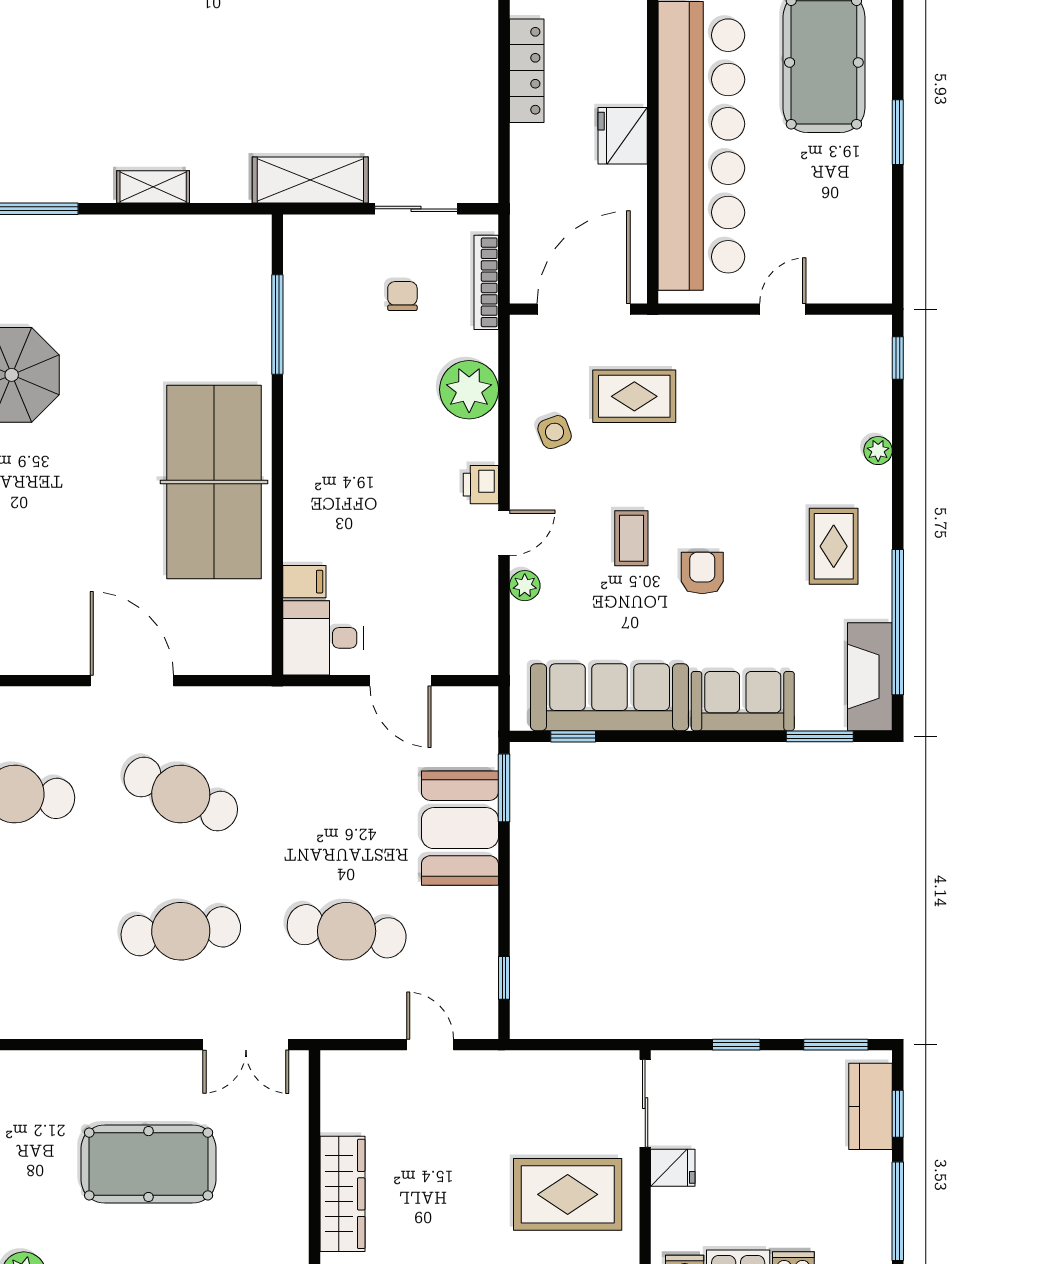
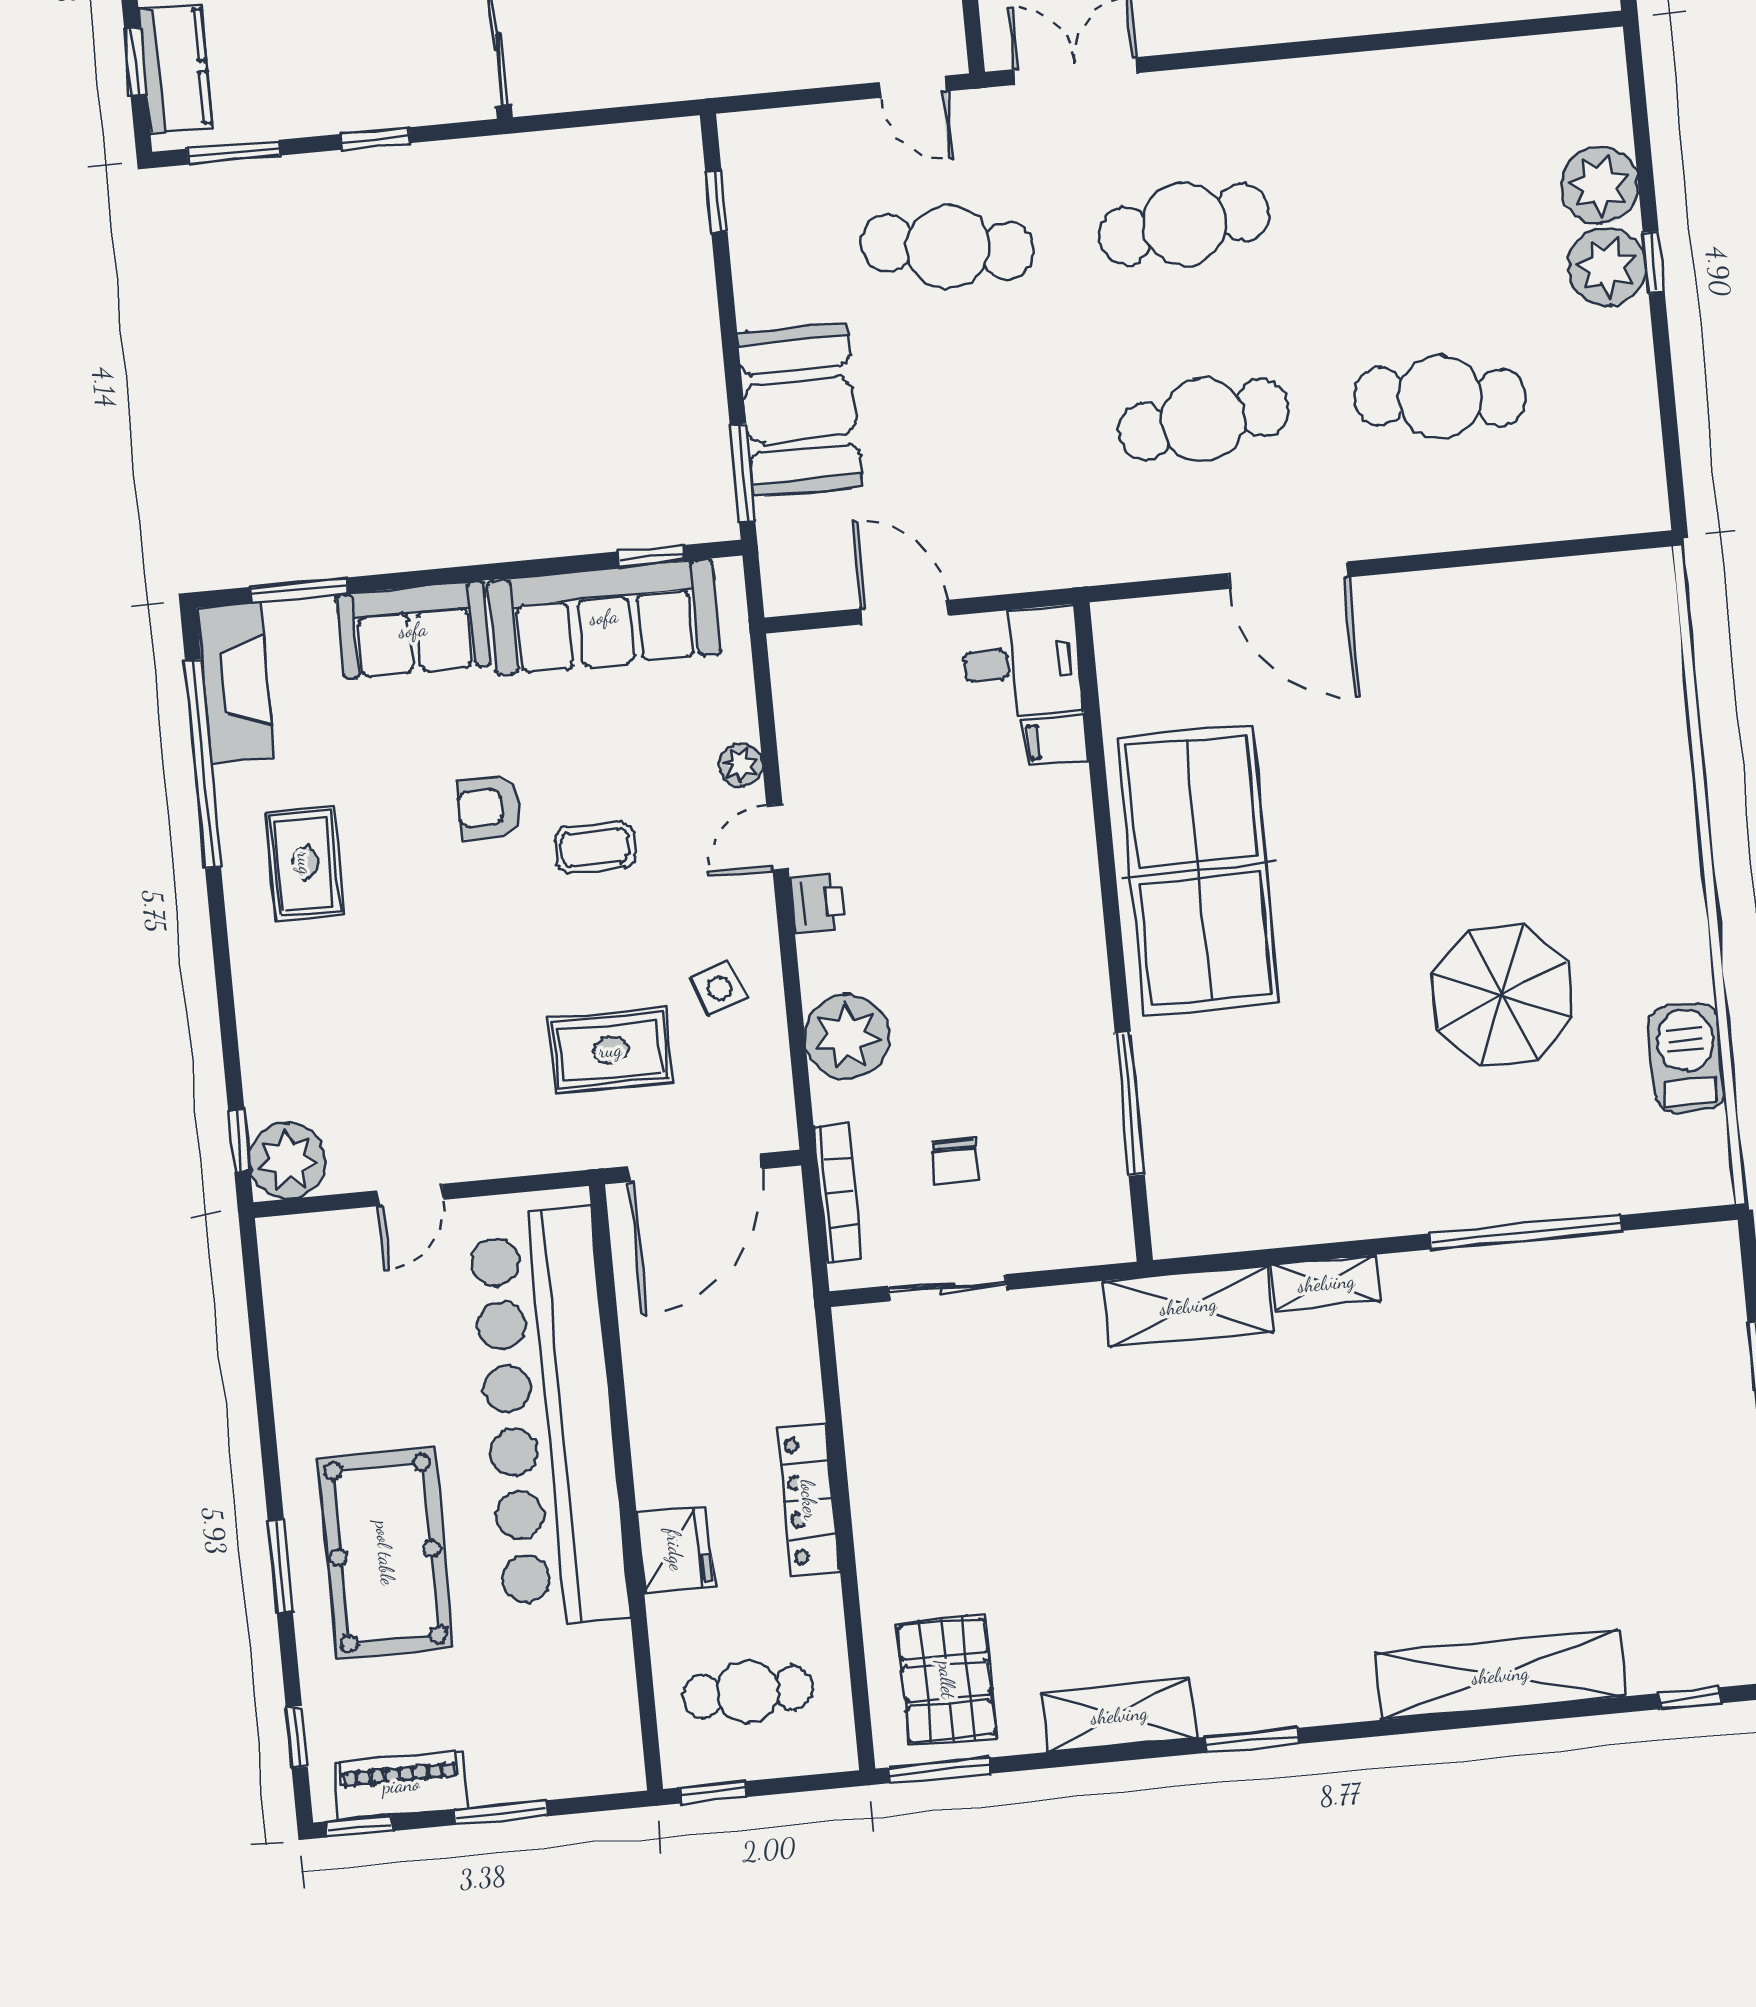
window: (898, 132) -> (280, 1566), moved
fridge: (623, 136) -> (675, 1550), moved
shelving: (310, 180) -> (1188, 1306), moved
plant: (878, 451) -> (288, 1161), moved, width x1.88, depth x1.88
coffee table: (631, 538) -> (595, 847), turned 90
armchair: (702, 573) -> (489, 807), turned 90
cafe table: (181, 794) -> (1203, 420), turned -30
door: (430, 1045) -> (913, 87), moved

